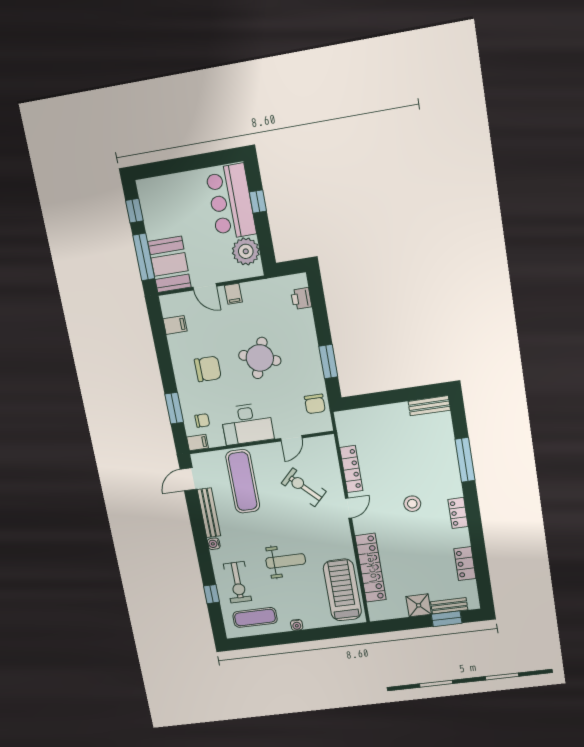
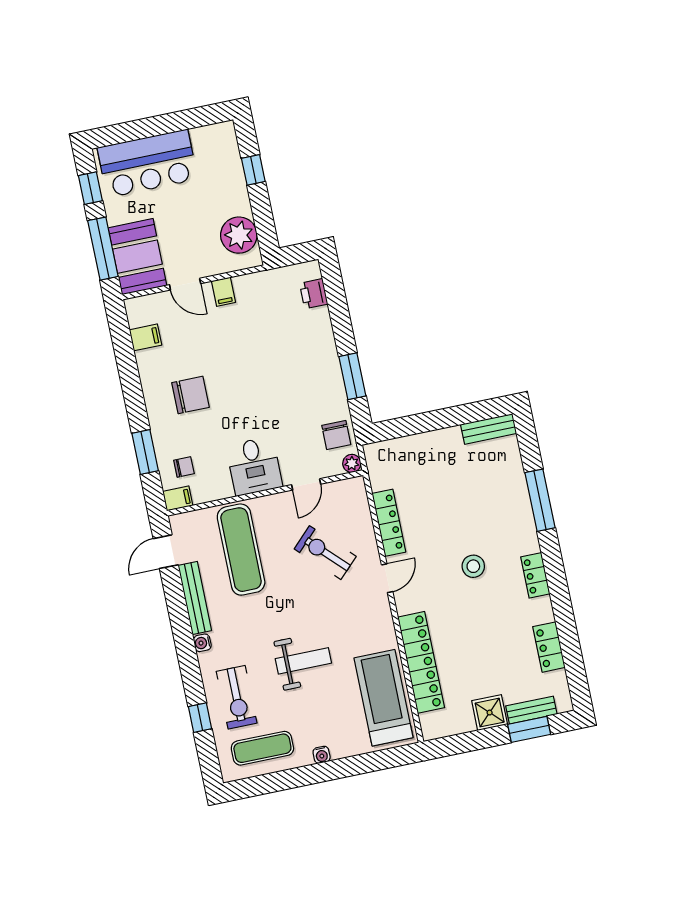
bar counter: (231, 202) -> (147, 163), moved, turned -90
round table: (260, 358) -> (261, 376), removed
desk: (247, 424) -> (254, 466), width x0.73
plant: (326, 425) -> (352, 463), added

